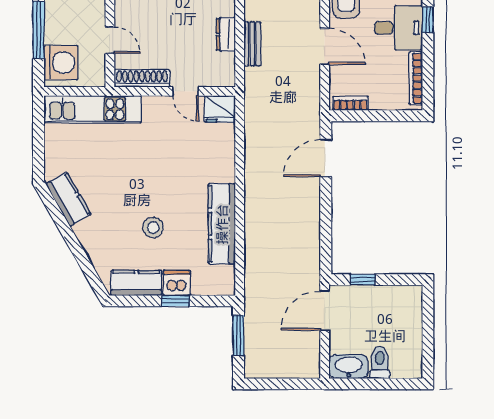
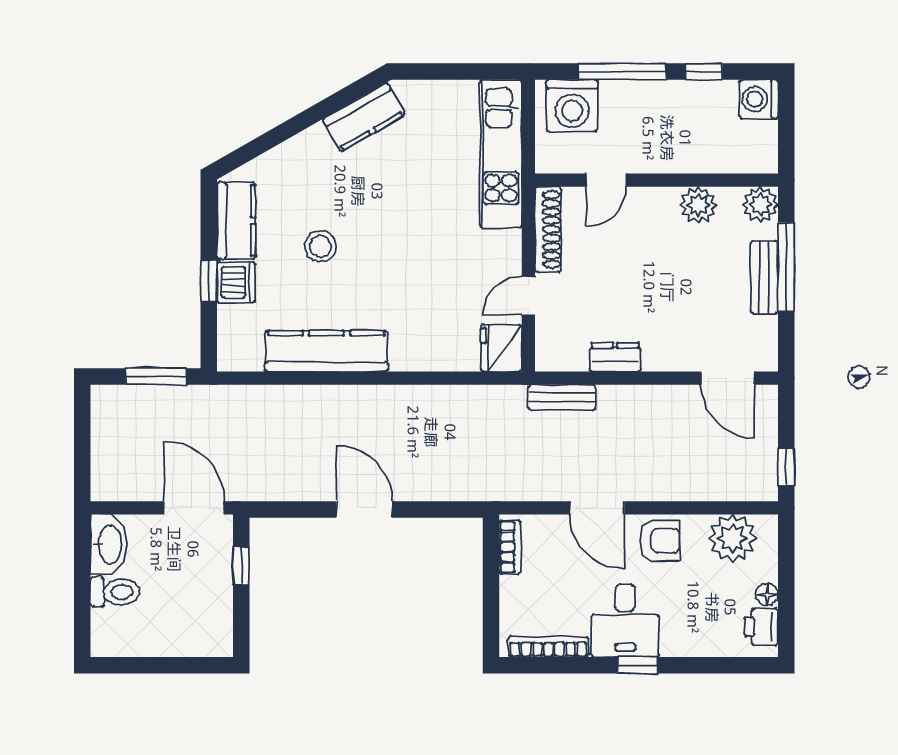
bench: (252, 44) -> (562, 397), moved
door: (325, 46) -> (597, 508), hinge flipped
door: (326, 158) -> (364, 509), moved

